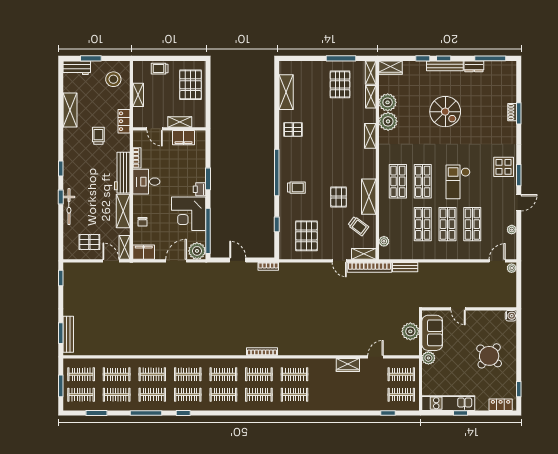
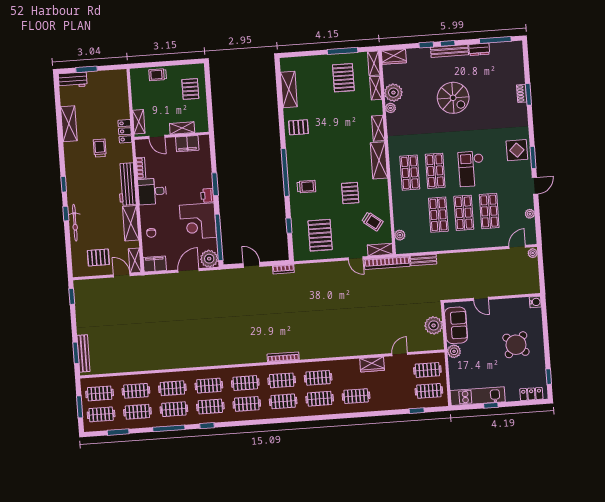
stool: (113, 79) -> (111, 89), removed
pallet: (190, 85) -> (190, 89), width x0.67, depth x0.71
shelving: (138, 95) -> (139, 122), moved
plant: (388, 121) -> (391, 108), width x0.53, depth x0.53
shelving: (369, 197) -> (379, 160), moved
clothes rail: (330, 395) -> (356, 396), added

